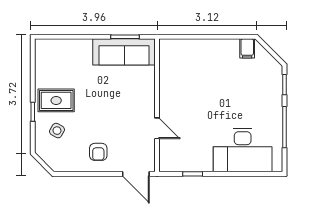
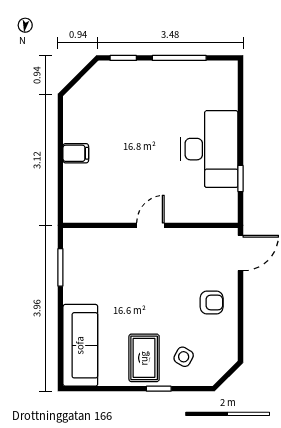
filing cabinet: (247, 48) -> (76, 153), moved
sofa: (124, 52) -> (80, 345), moved
door: (157, 128) -> (150, 225), moved
desk: (243, 150) -> (209, 149), moved

